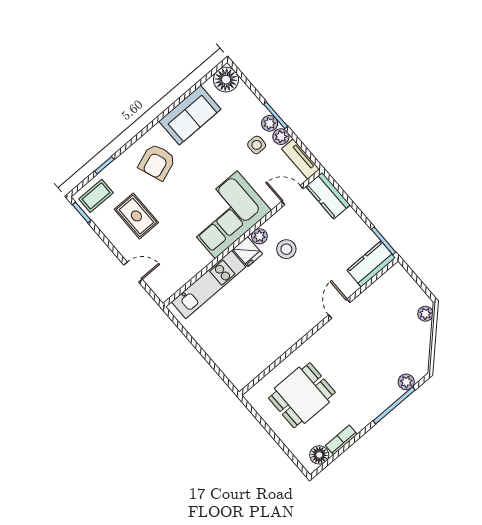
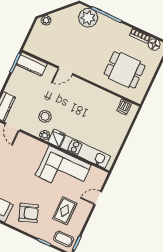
corner sofa: (226, 215) -> (63, 170), moved
door: (133, 272) -> (98, 198), hinge flipped
dishwasher: (248, 370) -> (124, 107), added
plant: (406, 382) -> (88, 18), width x1.87, depth x1.87

